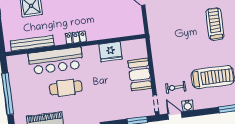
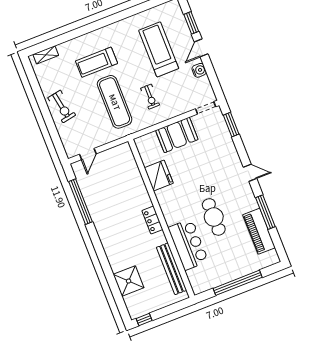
exercise mat: (179, 31) -> (115, 102), added
bar counter: (56, 61) -> (188, 244), width x0.73
exercise bike: (176, 87) -> (150, 97), moved
door: (175, 116) -> (201, 48), moved

